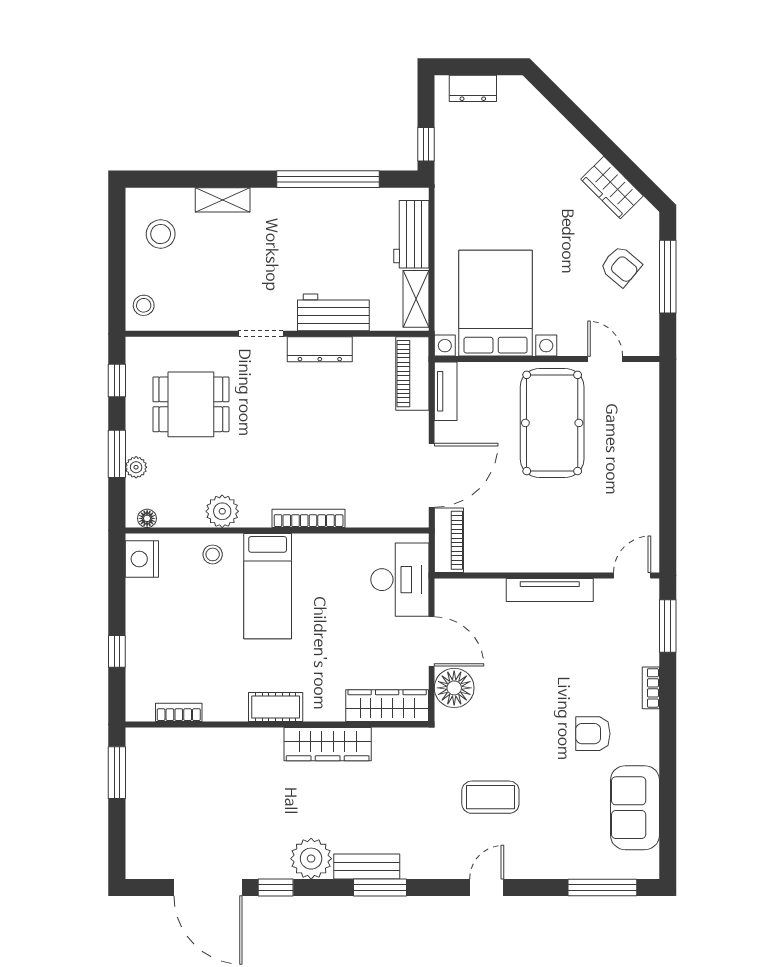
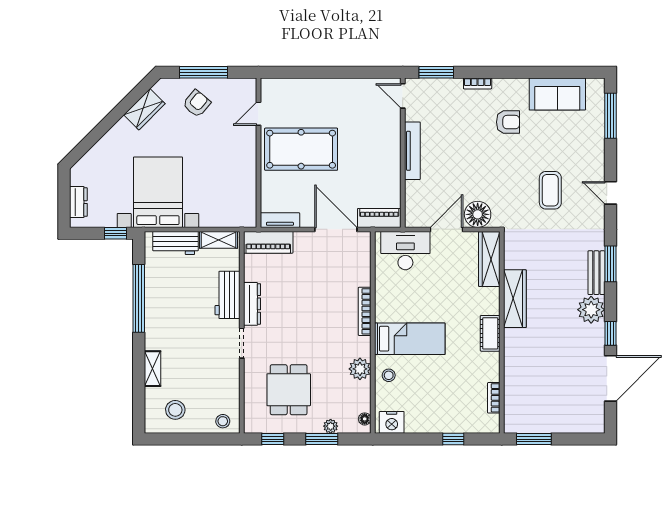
bed with nightstands: (496, 303) -> (158, 192), moved, turned 90
armchair: (593, 734) -> (508, 122), turned -90

